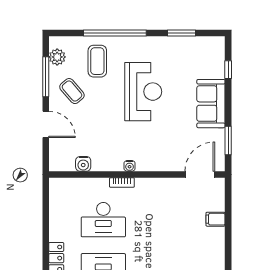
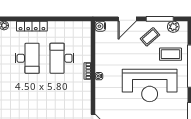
reception desk: (143, 92) -> (150, 85), width x1.36, depth x1.30
water cooler: (83, 164) -> (100, 26), moved

